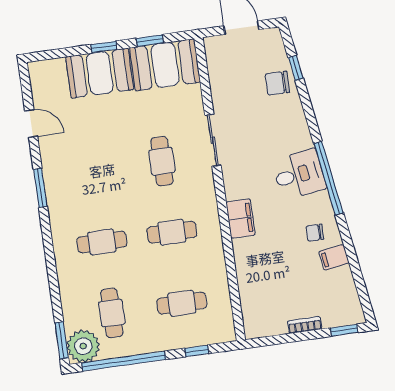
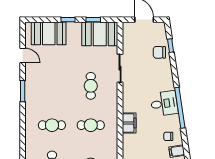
booth: (100, 73) -> (49, 33), moved
sliding door: (213, 140) -> (120, 68), moved

